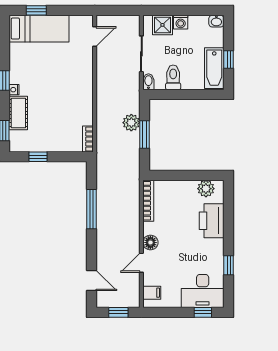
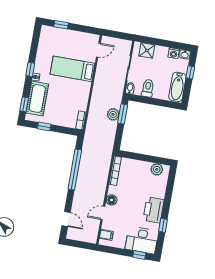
washing machine: (181, 22) -> (174, 53), moved
bed: (39, 29) -> (72, 69), moved, turned 180
window: (229, 59) -> (190, 72), moved
cot: (18, 113) -> (37, 98), width x1.37, depth x1.34
window: (145, 135) -> (123, 114), moved
window: (92, 209) -> (75, 170), width x1.46
printer: (212, 221) -> (154, 210), moved
window: (118, 312) -> (81, 244), removed

